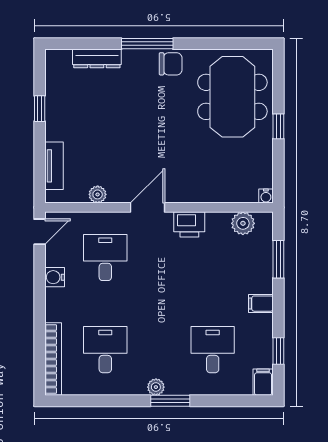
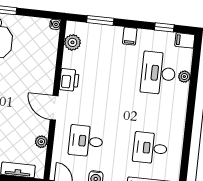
desk: (213, 350) -> (158, 73), width x1.37
plant: (156, 387) -> (184, 77), moved
window: (170, 401) -> (191, 107), removed

